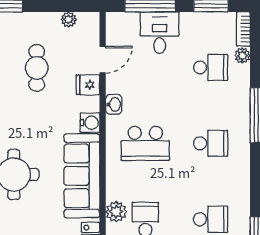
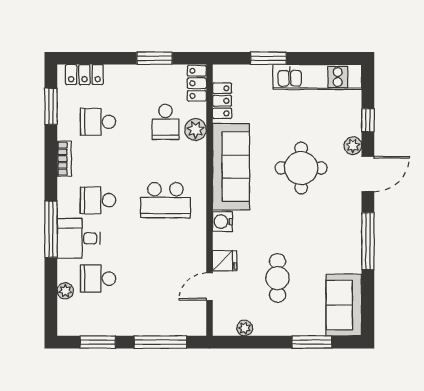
bookcase: (243, 29) -> (64, 159), moved
desk: (160, 33) -> (79, 238), moved, turned 90
washbasin: (114, 104) -> (198, 240), removed
school desk: (145, 143) -> (165, 200), turned 180

